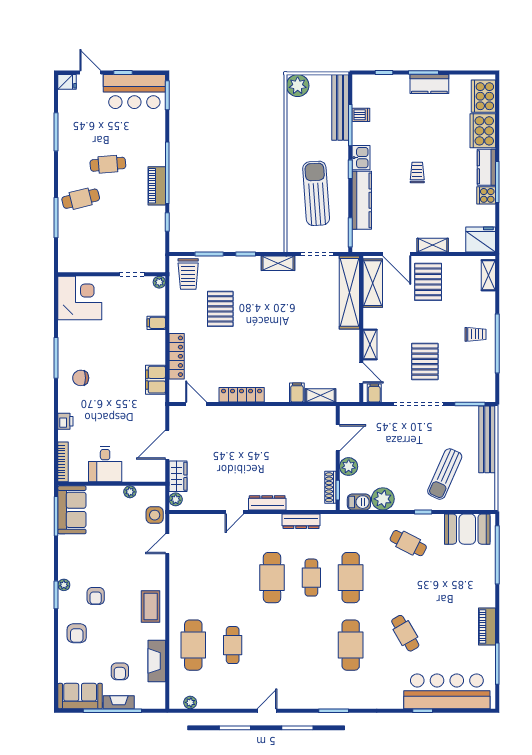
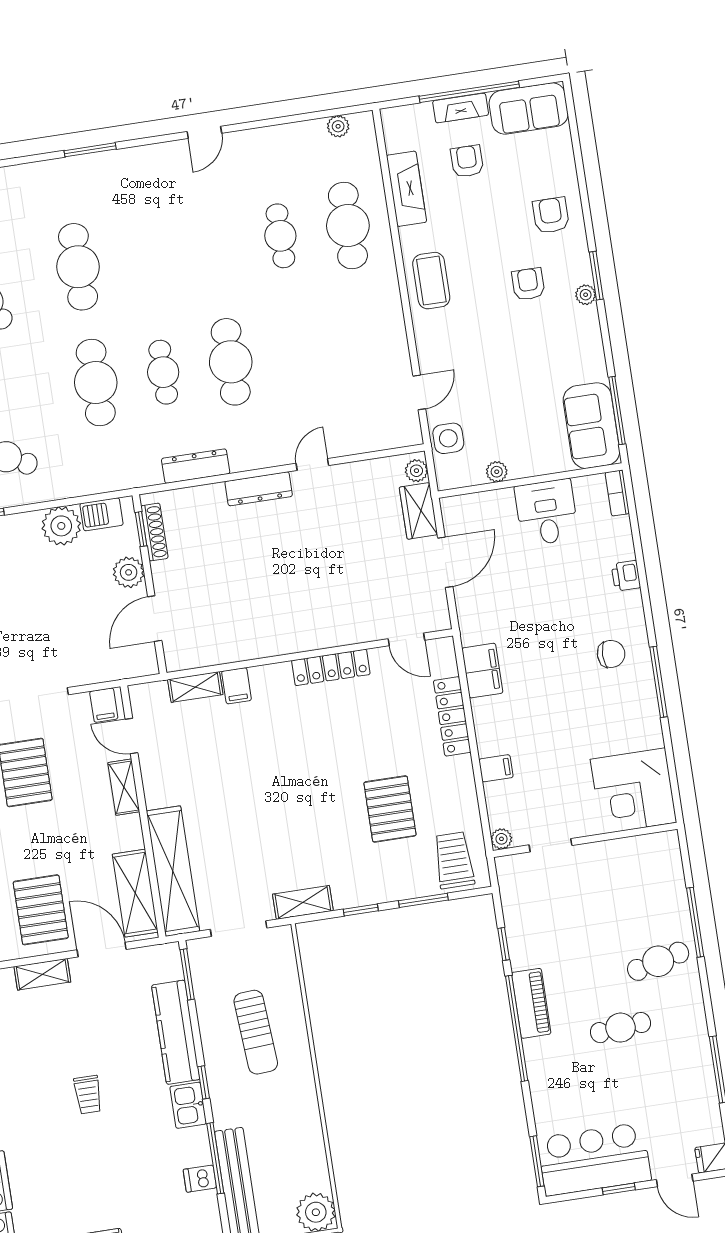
sun lounger: (316, 193) -> (256, 1032), width x0.73, depth x0.75
bookcase: (63, 462) -> (617, 493), width x0.64

